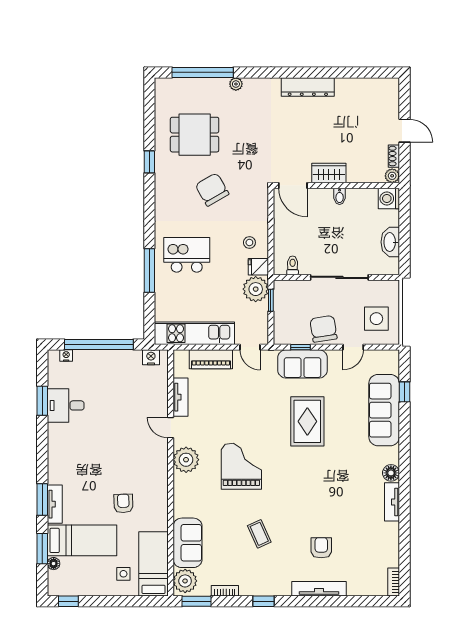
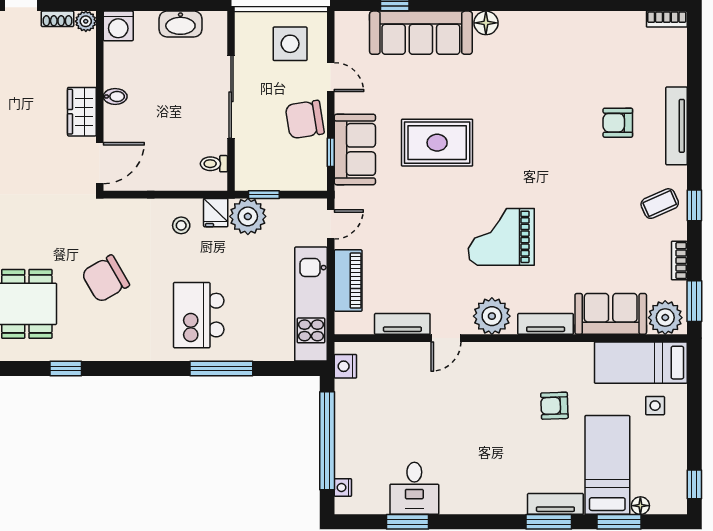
floor lamp: (391, 473) -> (486, 23), moved
tv unit: (392, 502) -> (546, 324), moved, turned 180
coffee table: (259, 534) -> (660, 204), moved

